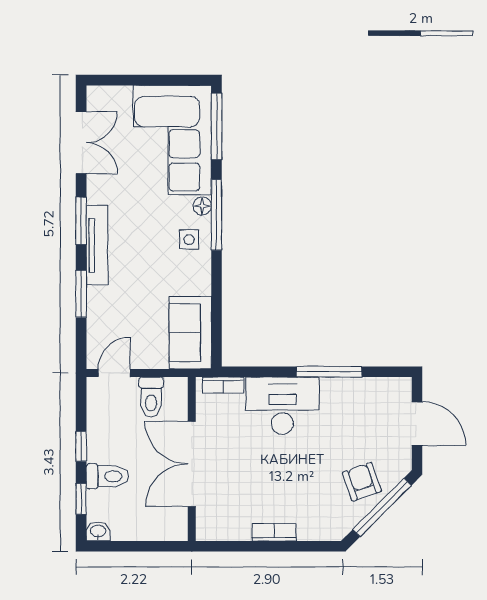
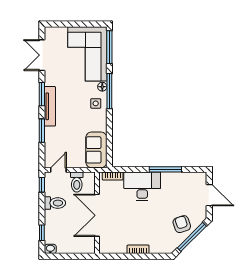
double door: (81, 143) -> (42, 55), swing flipped
window: (81, 446) -> (42, 185), moved
toilet: (107, 476) -> (55, 203), moved

